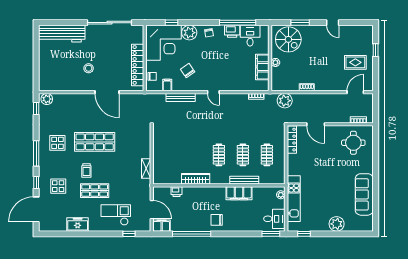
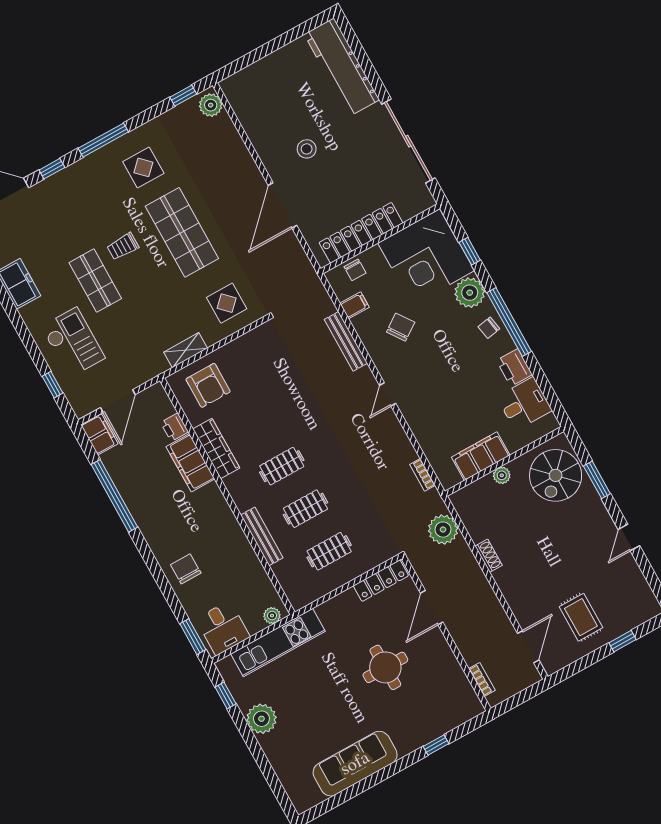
window: (238, 23) -> (509, 322), moved
door: (355, 92) -> (528, 647), hinge flipped
round table: (353, 143) -> (385, 667), moved
window: (376, 155) -> (436, 745), added
armchair: (167, 167) -> (208, 385), added
display table: (58, 186) -> (227, 303), moved
filing cabinet: (239, 193) -> (190, 463), moved
chair: (217, 220) -> (186, 569), moved
plant: (337, 224) -> (261, 719), moved

